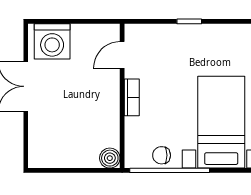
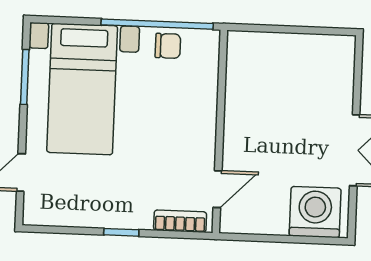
bookcase: (132, 97) -> (180, 221), moved, turned 90
boiler: (110, 158) -> (241, 45), removed

